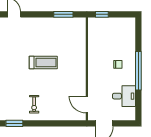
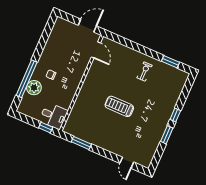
plant: (128, 46) -> (34, 88), added
window: (138, 71) -> (27, 79), moved
desk: (124, 96) -> (53, 116), moved, turned 180

